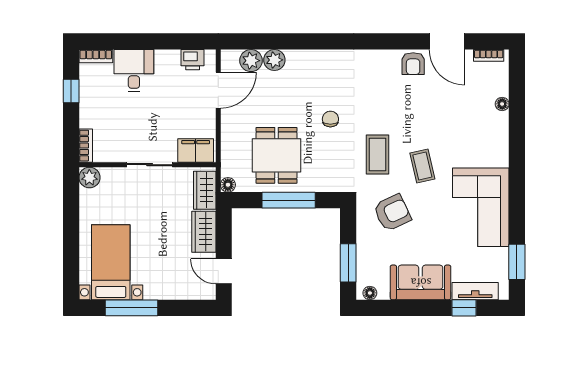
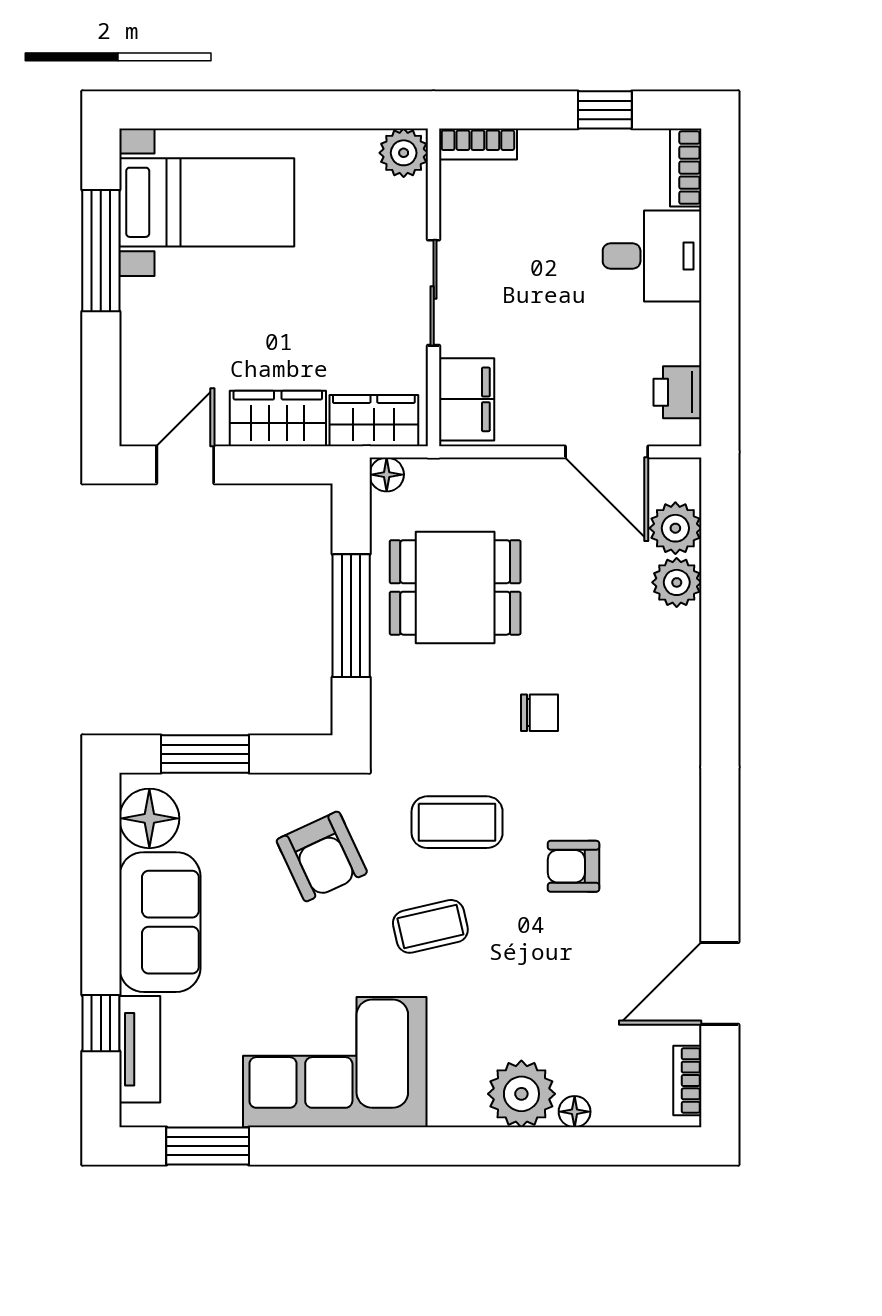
armchair: (413, 64) -> (573, 866), moved
plant: (494, 127) -> (521, 1094), added
floor lamp: (370, 293) -> (149, 818), width x1.89, depth x1.89

